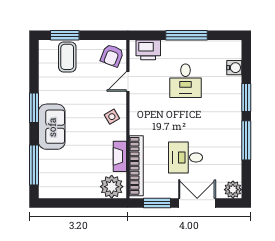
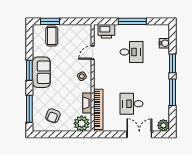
armchair: (112, 56) -> (53, 116), moved
desk: (185, 81) -> (131, 52), turned -90
sofa: (52, 127) -> (41, 72), moved
window: (157, 203) -> (112, 134), removed

